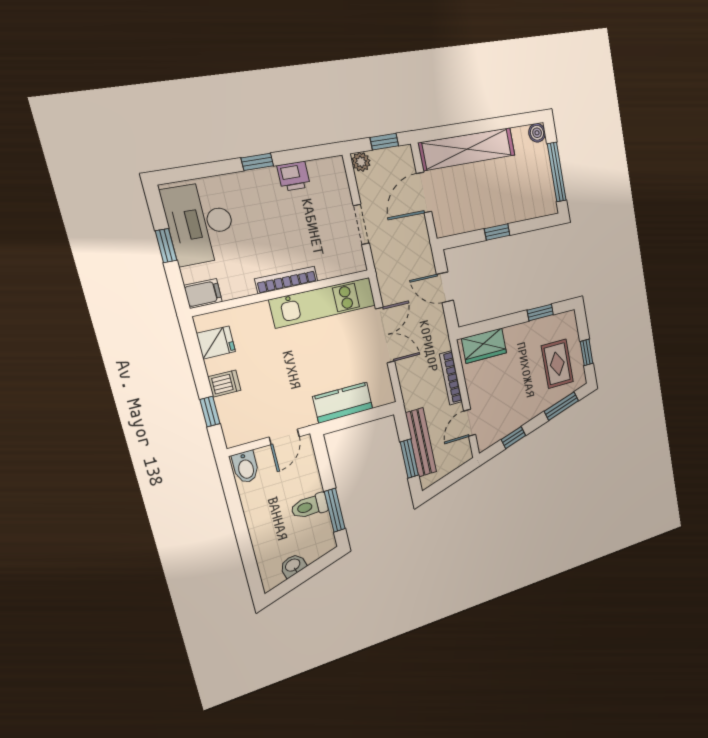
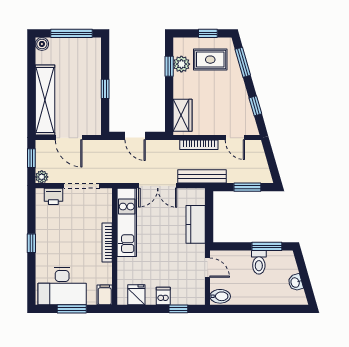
printer: (294, 176) -> (53, 196), moved, turned 90
doorway: (361, 224) -> (82, 186), width x1.38
window: (166, 246) -> (72, 309), width x1.50
door: (445, 287) -> (135, 136), hinge flipped
plant: (546, 328) -> (181, 64), added
double door: (385, 335) -> (158, 186), swing flipped
bench: (421, 442) -> (202, 176), moved

